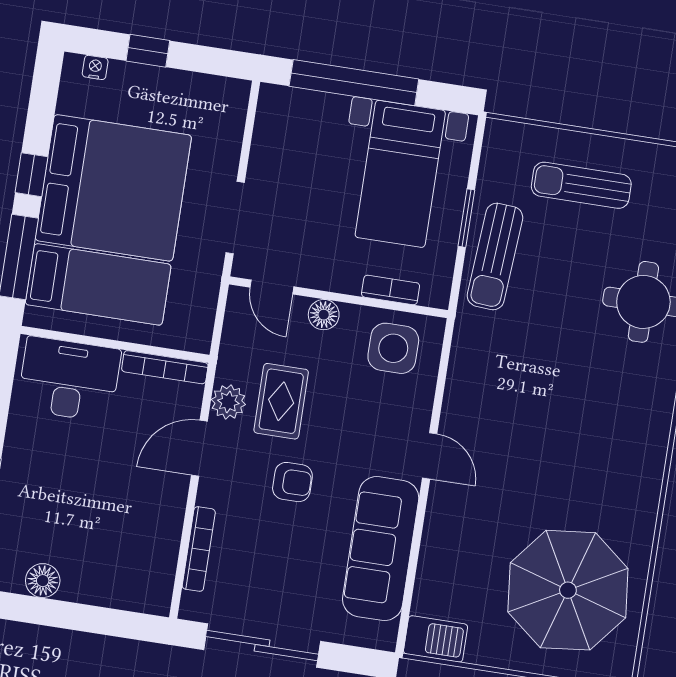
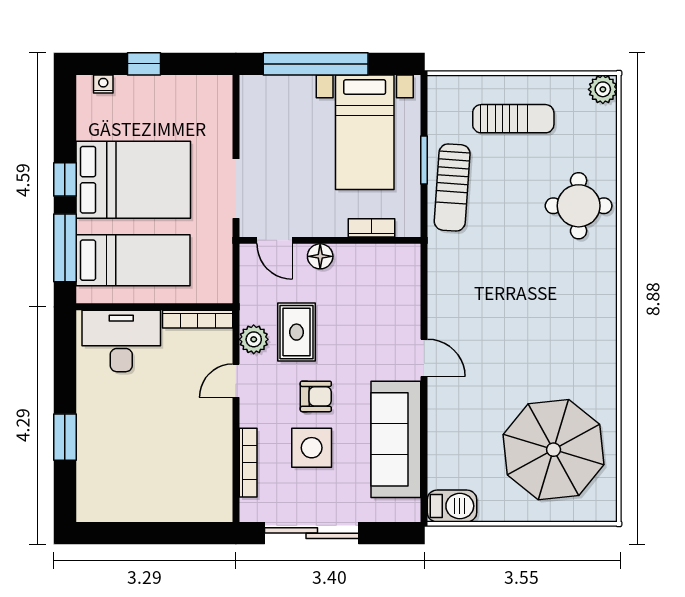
sun lounger: (581, 185) -> (513, 119), turned 180
bed: (113, 188) -> (133, 180), width x0.73
side table: (393, 348) -> (312, 448), moved
door: (199, 448) -> (236, 381), width x0.73
floor lamp: (43, 581) -> (125, 508), removed

